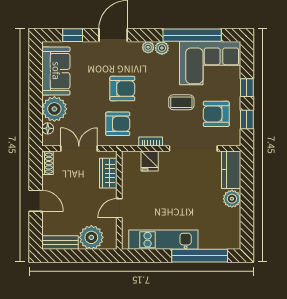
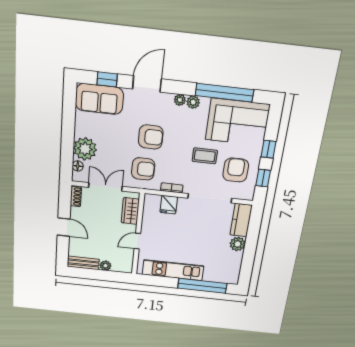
sofa: (56, 71) -> (99, 99), moved, turned 90
armchair: (216, 114) -> (236, 170), turned 90
plant: (91, 237) -> (105, 266), width x0.53, depth x0.53

